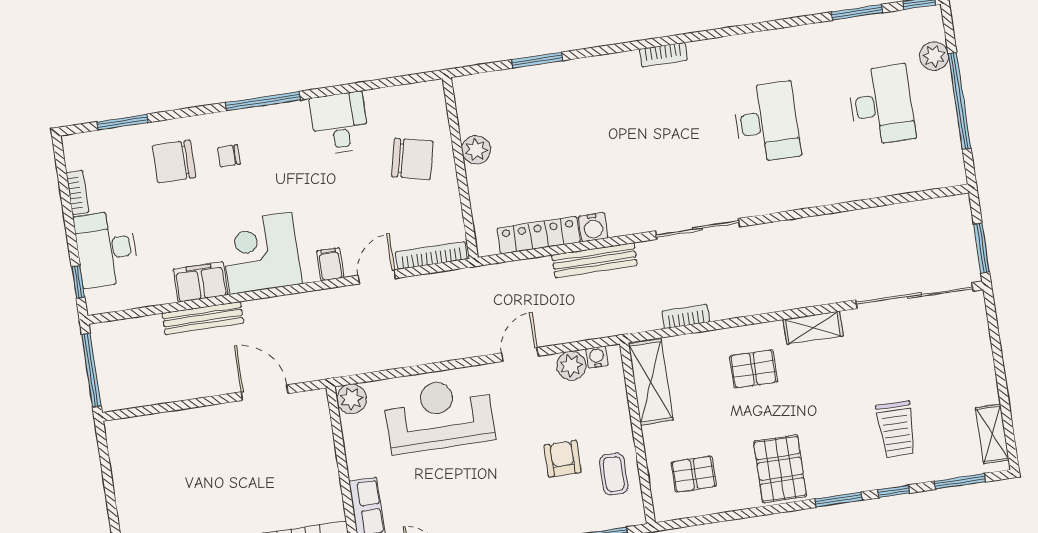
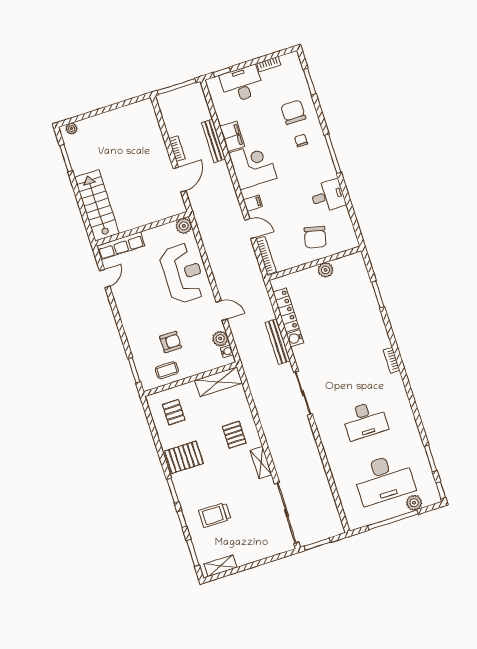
desk: (881, 105) -> (384, 479), width x1.36, depth x1.30
bookcase: (686, 316) -> (177, 149), moved

